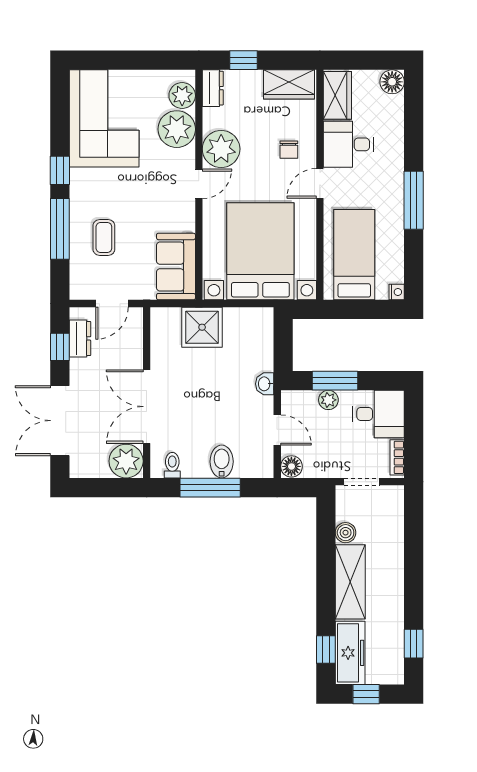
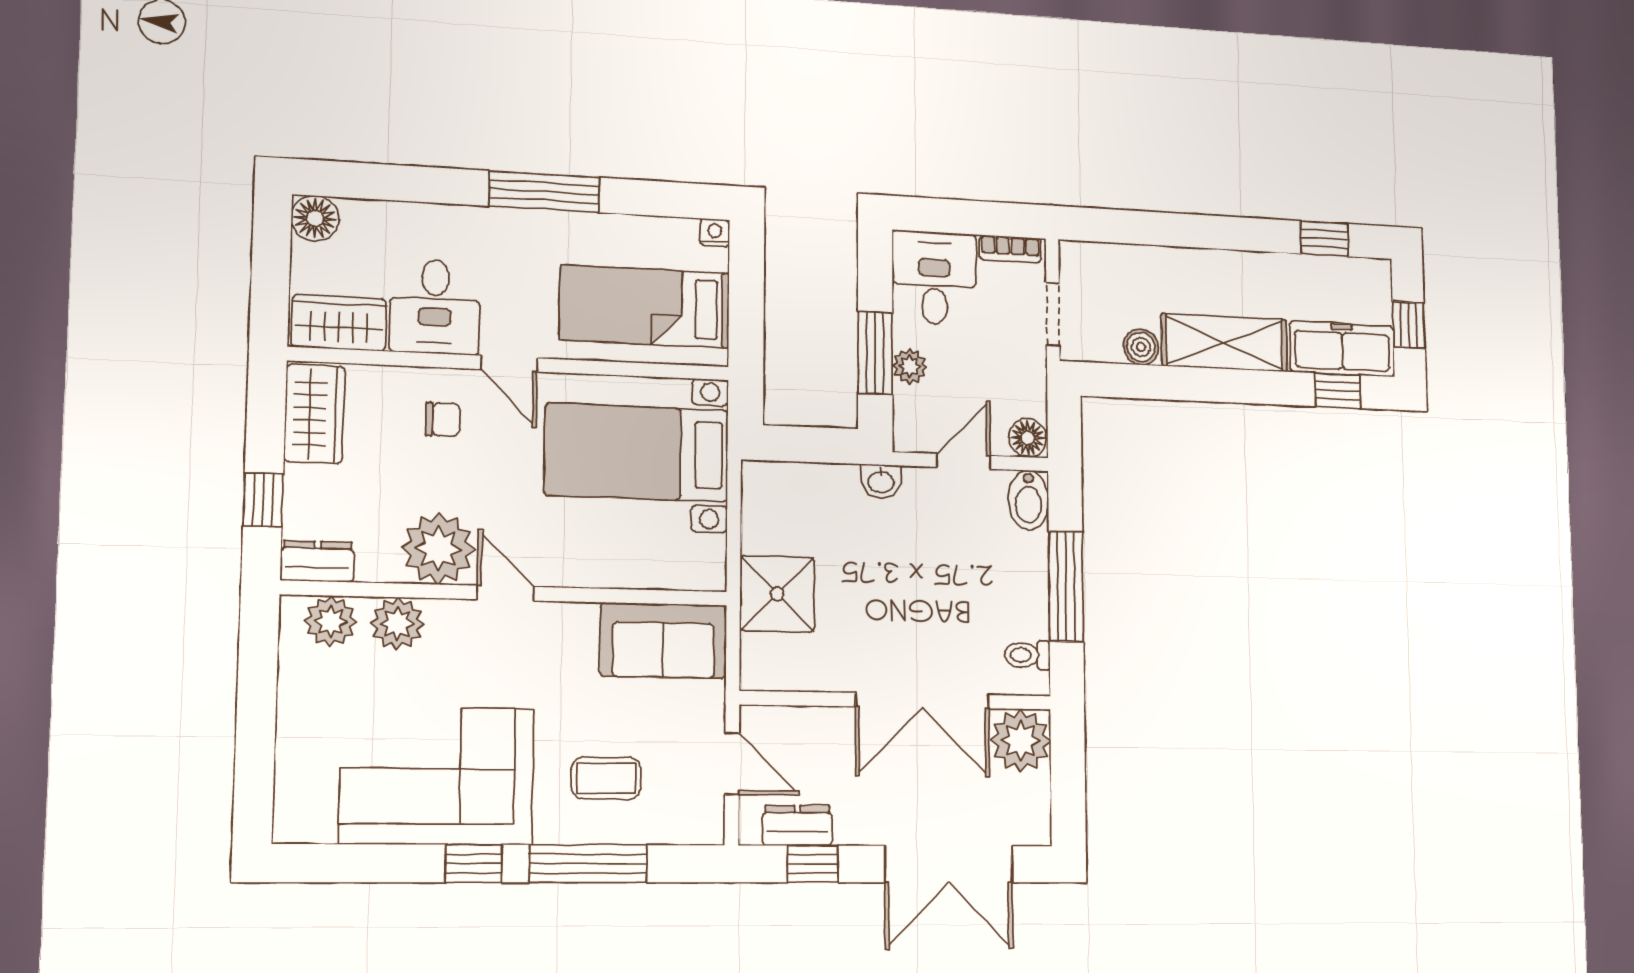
corner sofa: (104, 118) -> (437, 776), moved
plant: (177, 129) -> (397, 624), width x0.73, depth x0.73
bed with nightstands: (260, 251) -> (637, 453), width x0.73
bidet: (222, 462) -> (1028, 500), moved, turned -90

